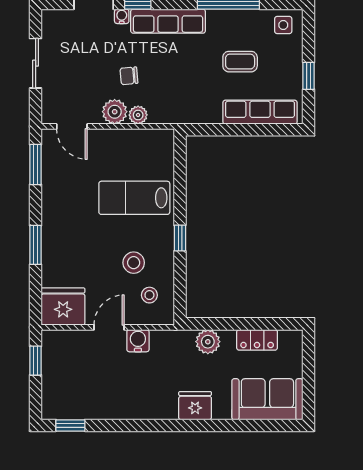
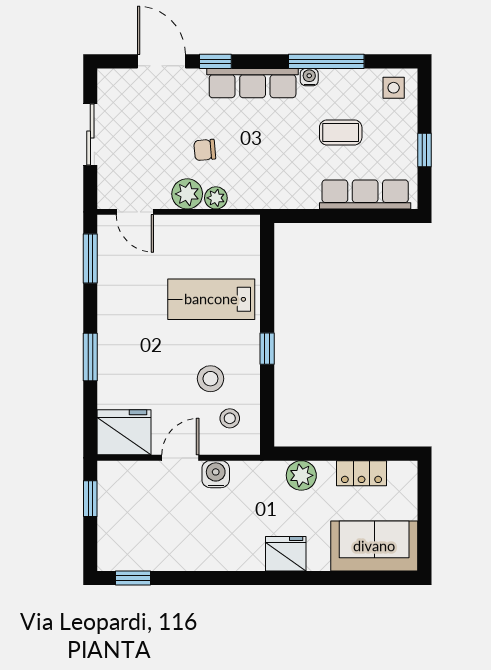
water cooler: (122, 16) -> (309, 77), moved

